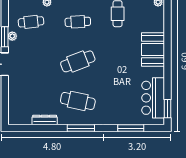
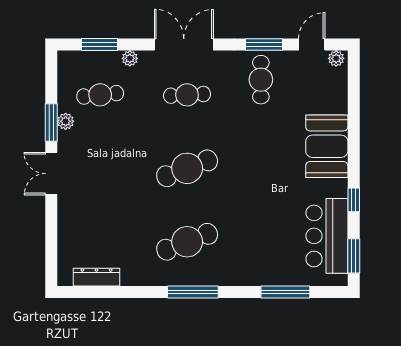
window: (168, 78) -> (354, 200), added
cafe table: (78, 101) -> (187, 242), turned -33
dresser: (45, 120) -> (96, 277), moved

